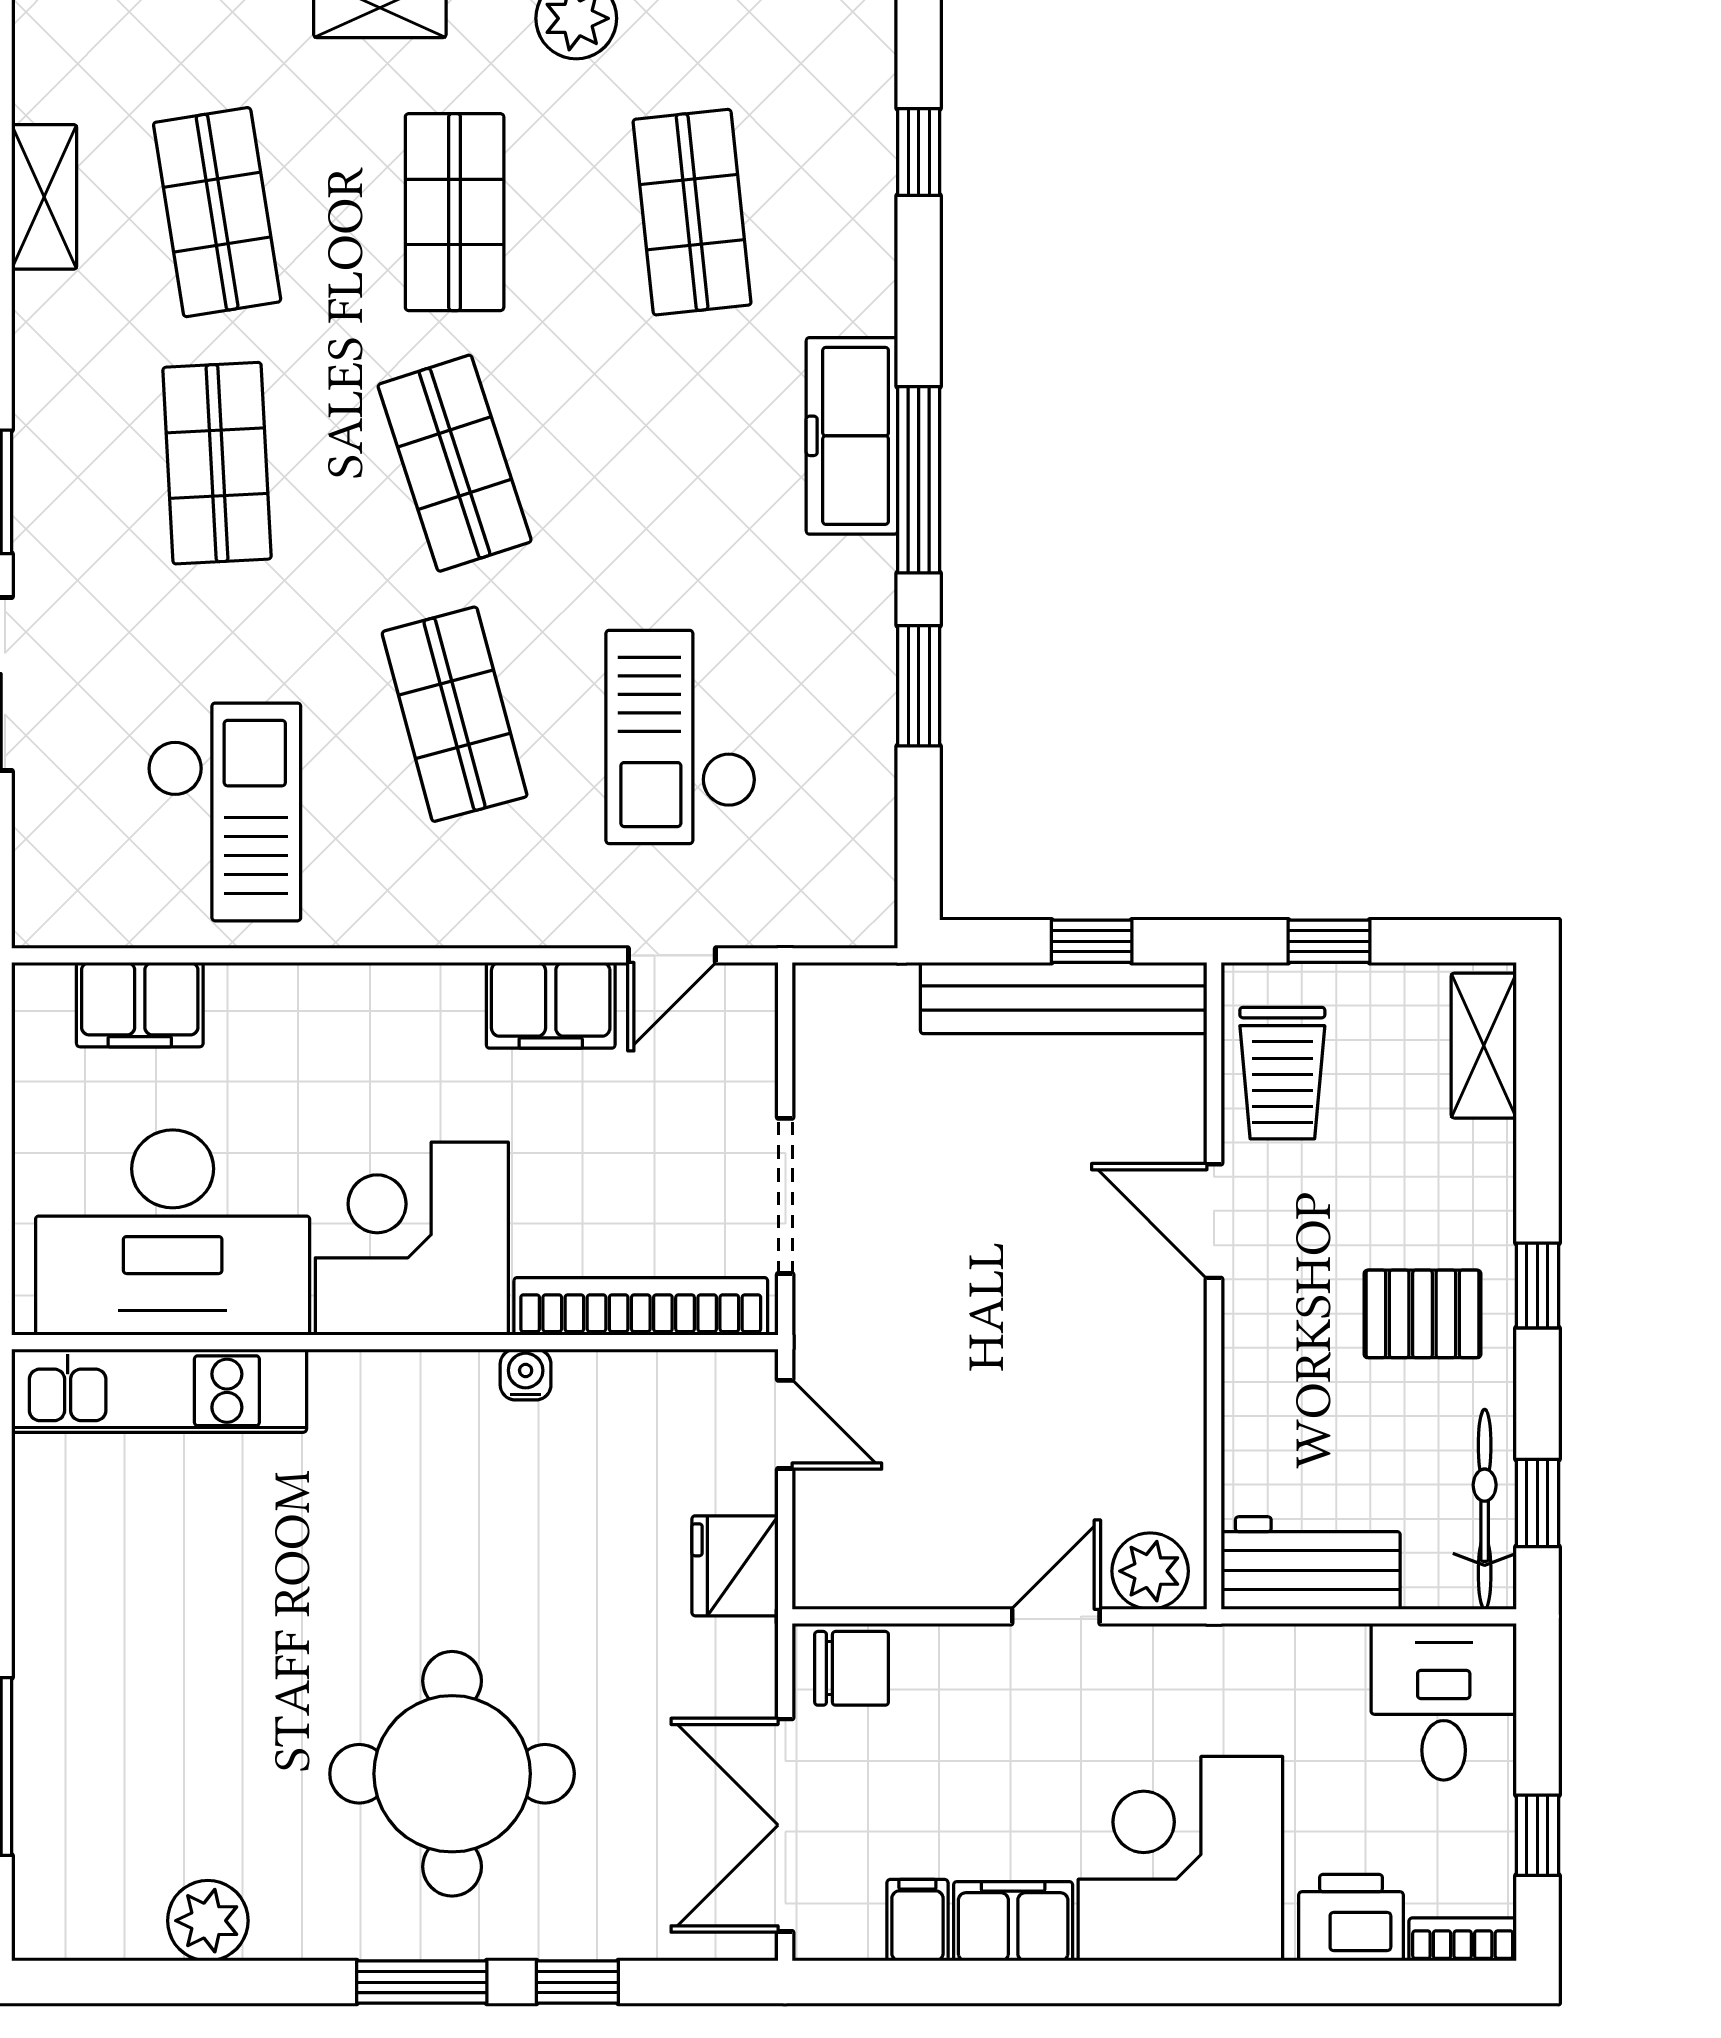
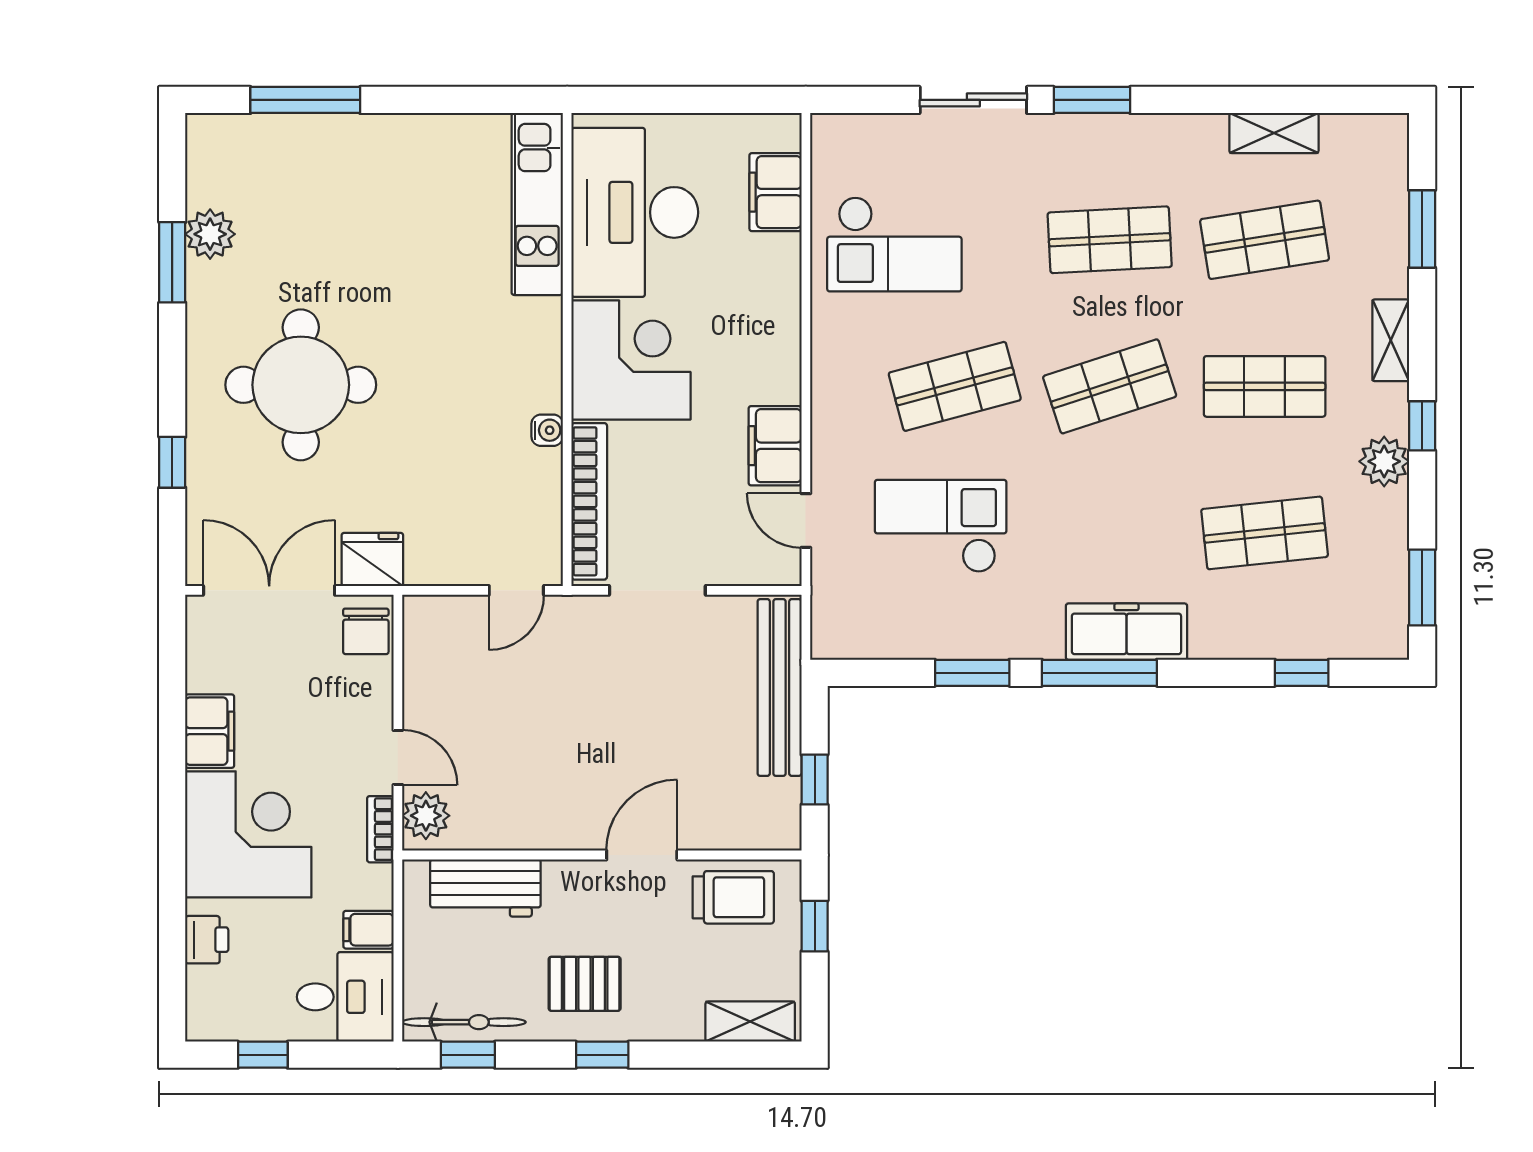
bench: (1064, 998) -> (780, 688), moved
trolley: (1282, 1073) -> (733, 897), turned 180
pallet: (1422, 1314) -> (585, 984), turned 90
workbench: (1311, 1563) -> (485, 888), moved, turned 90
fridge: (735, 1566) -> (372, 559), moved
printer: (1351, 1918) -> (207, 940), width x0.73, depth x0.81
filing cabinet: (917, 1920) -> (368, 930), moved, turned 180
bookcase: (1463, 1939) -> (380, 829), moved, turned 180
window: (422, 1982) -> (172, 262), moved

